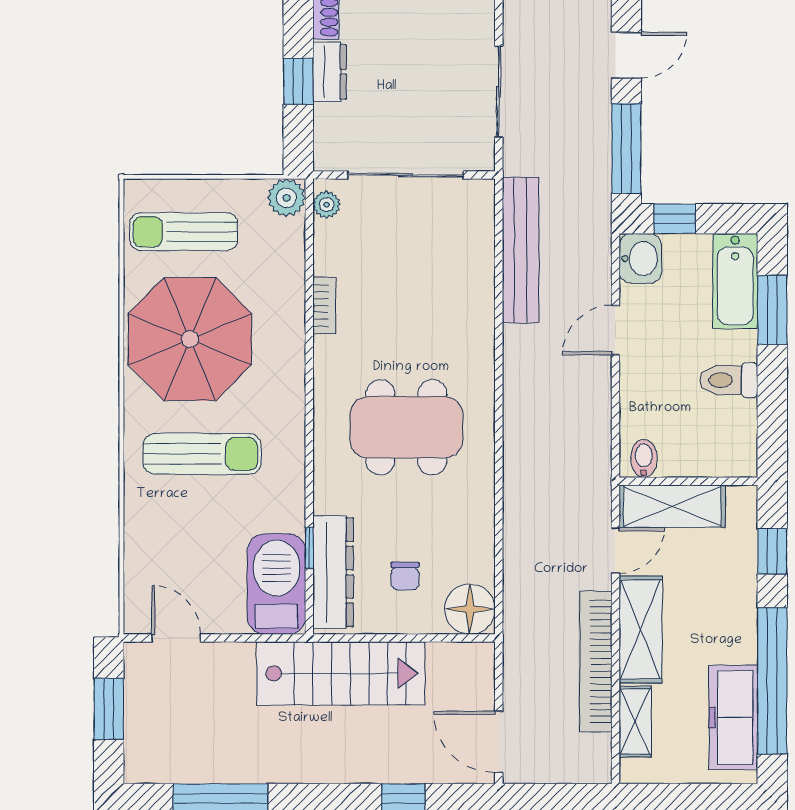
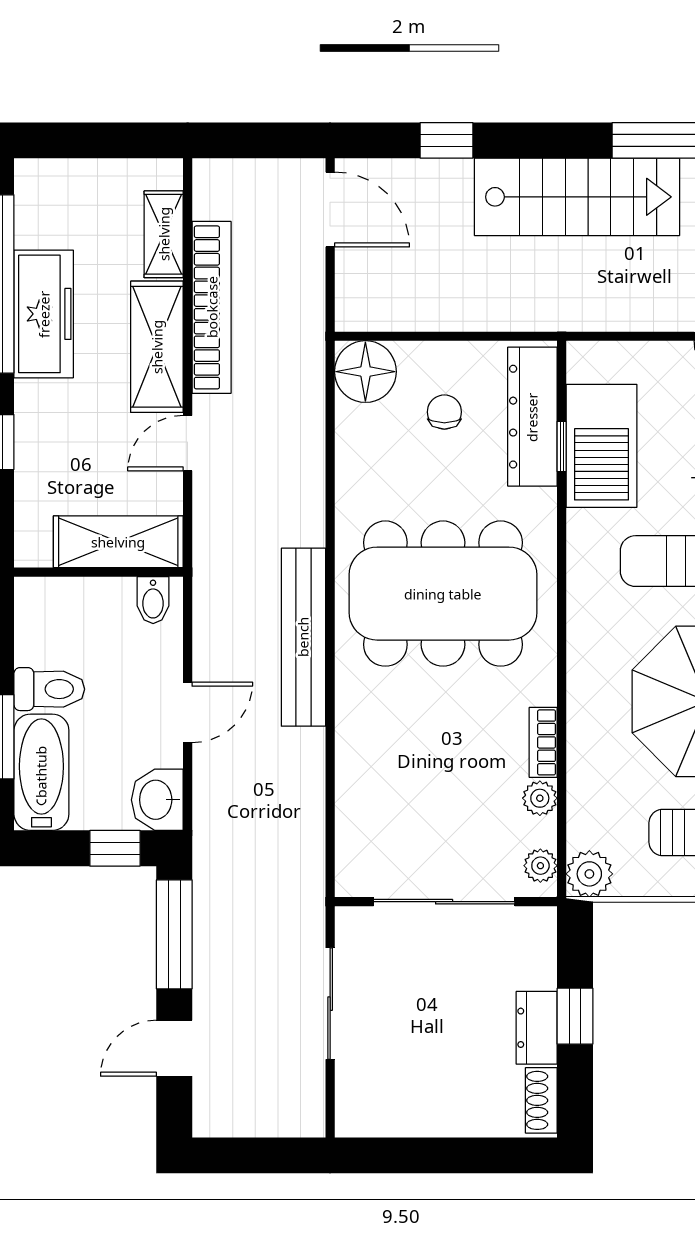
bench: (521, 250) -> (303, 637), moved
plant: (327, 260) -> (540, 798), added
toilet: (729, 380) -> (49, 689), moved
dining table: (406, 427) -> (443, 594), width x1.36, depth x1.24
bidet: (644, 458) -> (153, 600), moved
wall: (688, 481) -> (99, 572), moved
shelving: (672, 506) -> (118, 542), moved
barbecue: (277, 584) -> (602, 446), moved
stairs: (341, 673) -> (577, 197), moved, turned 180
freezer: (733, 717) -> (44, 314), moved

